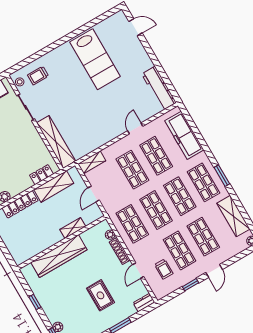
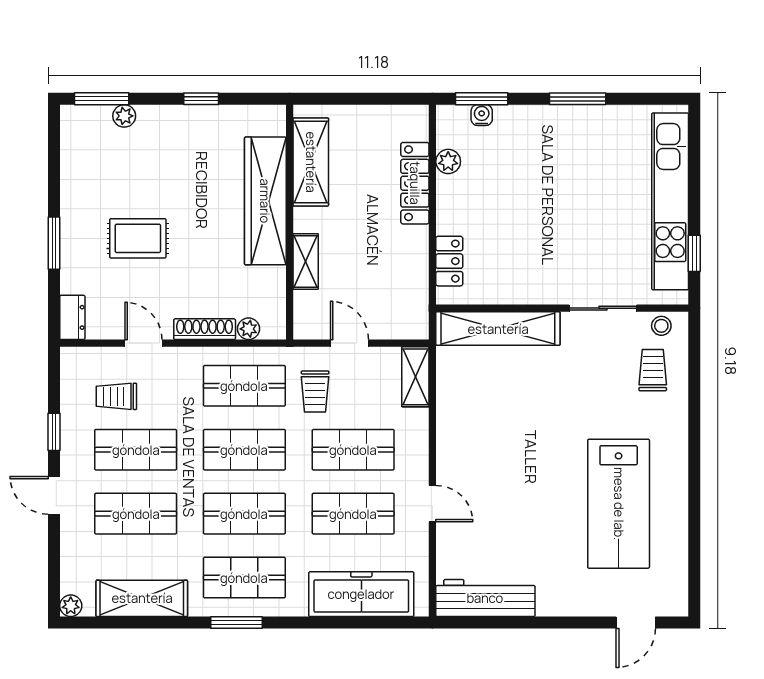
lab bench: (95, 59) -> (619, 504), turned -90
shelving: (54, 186) -> (311, 162), moved
trolley: (119, 196) -> (315, 391), added

